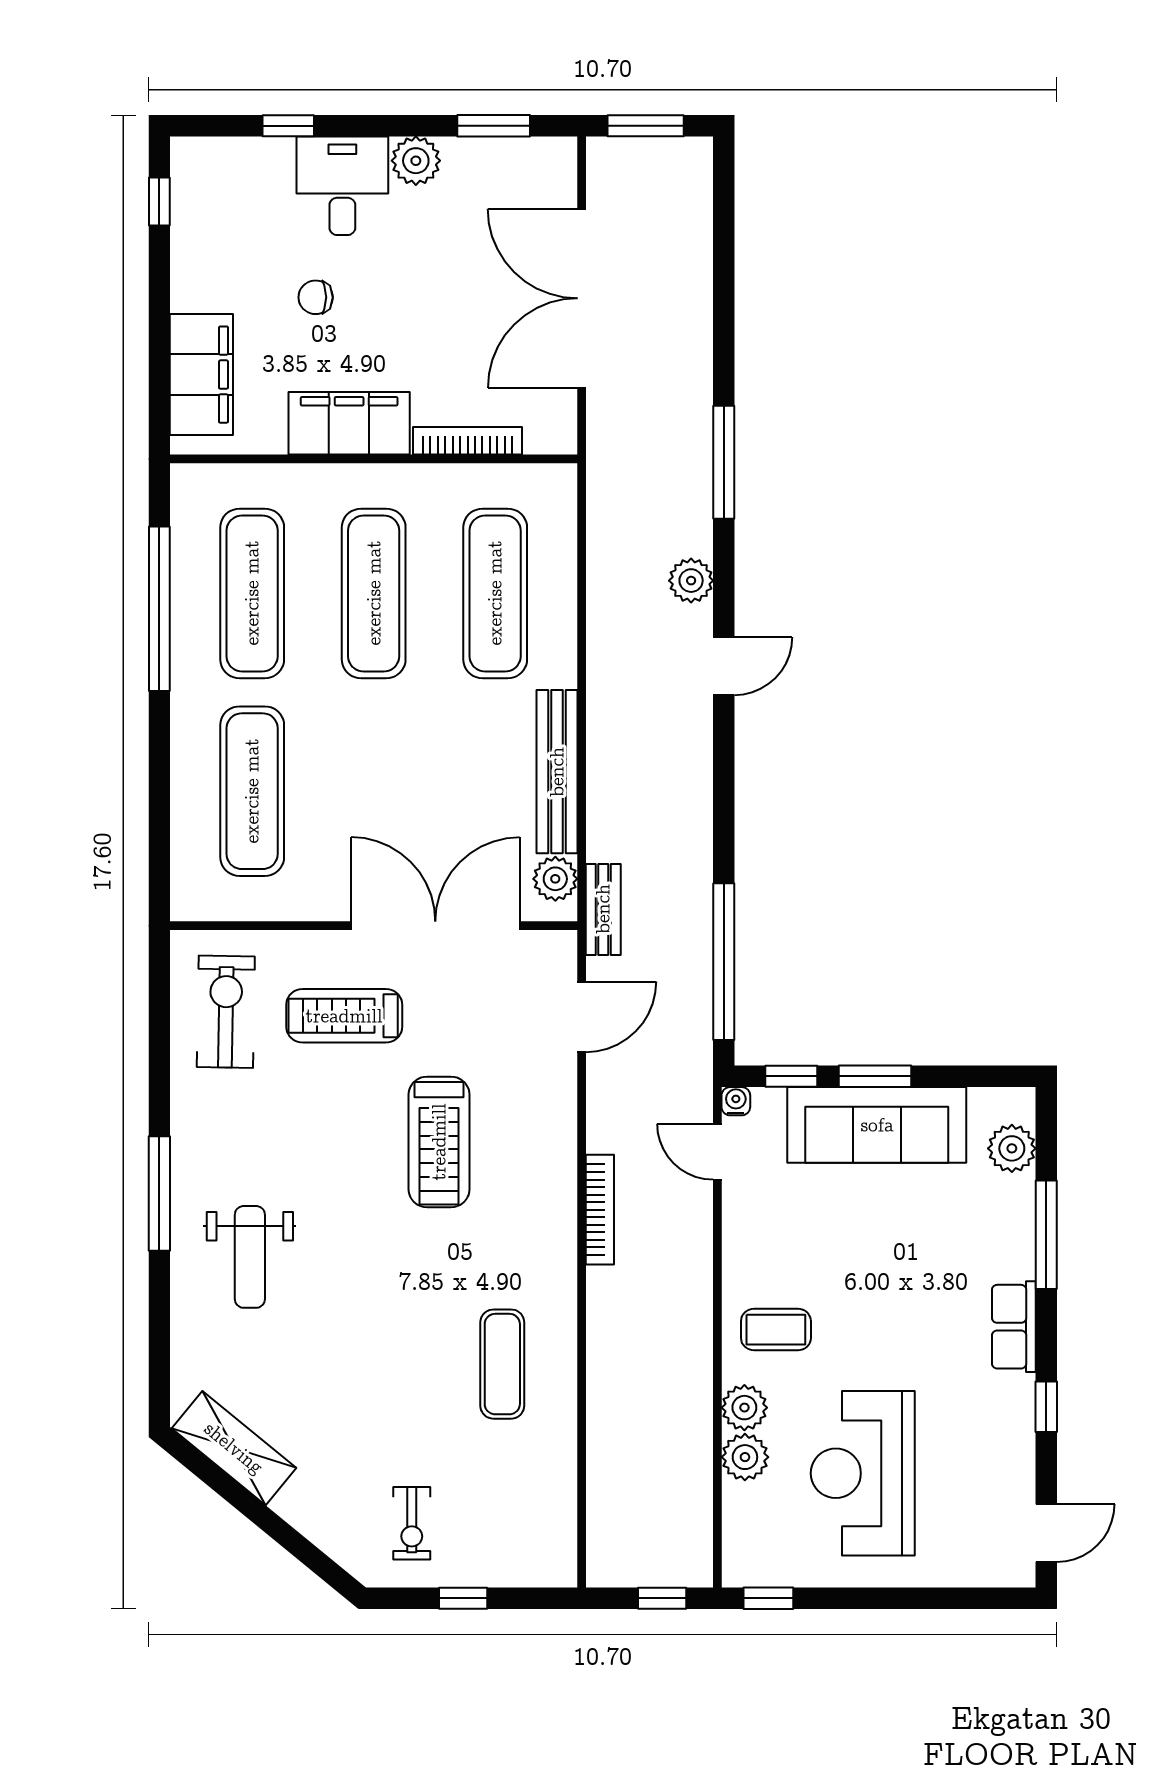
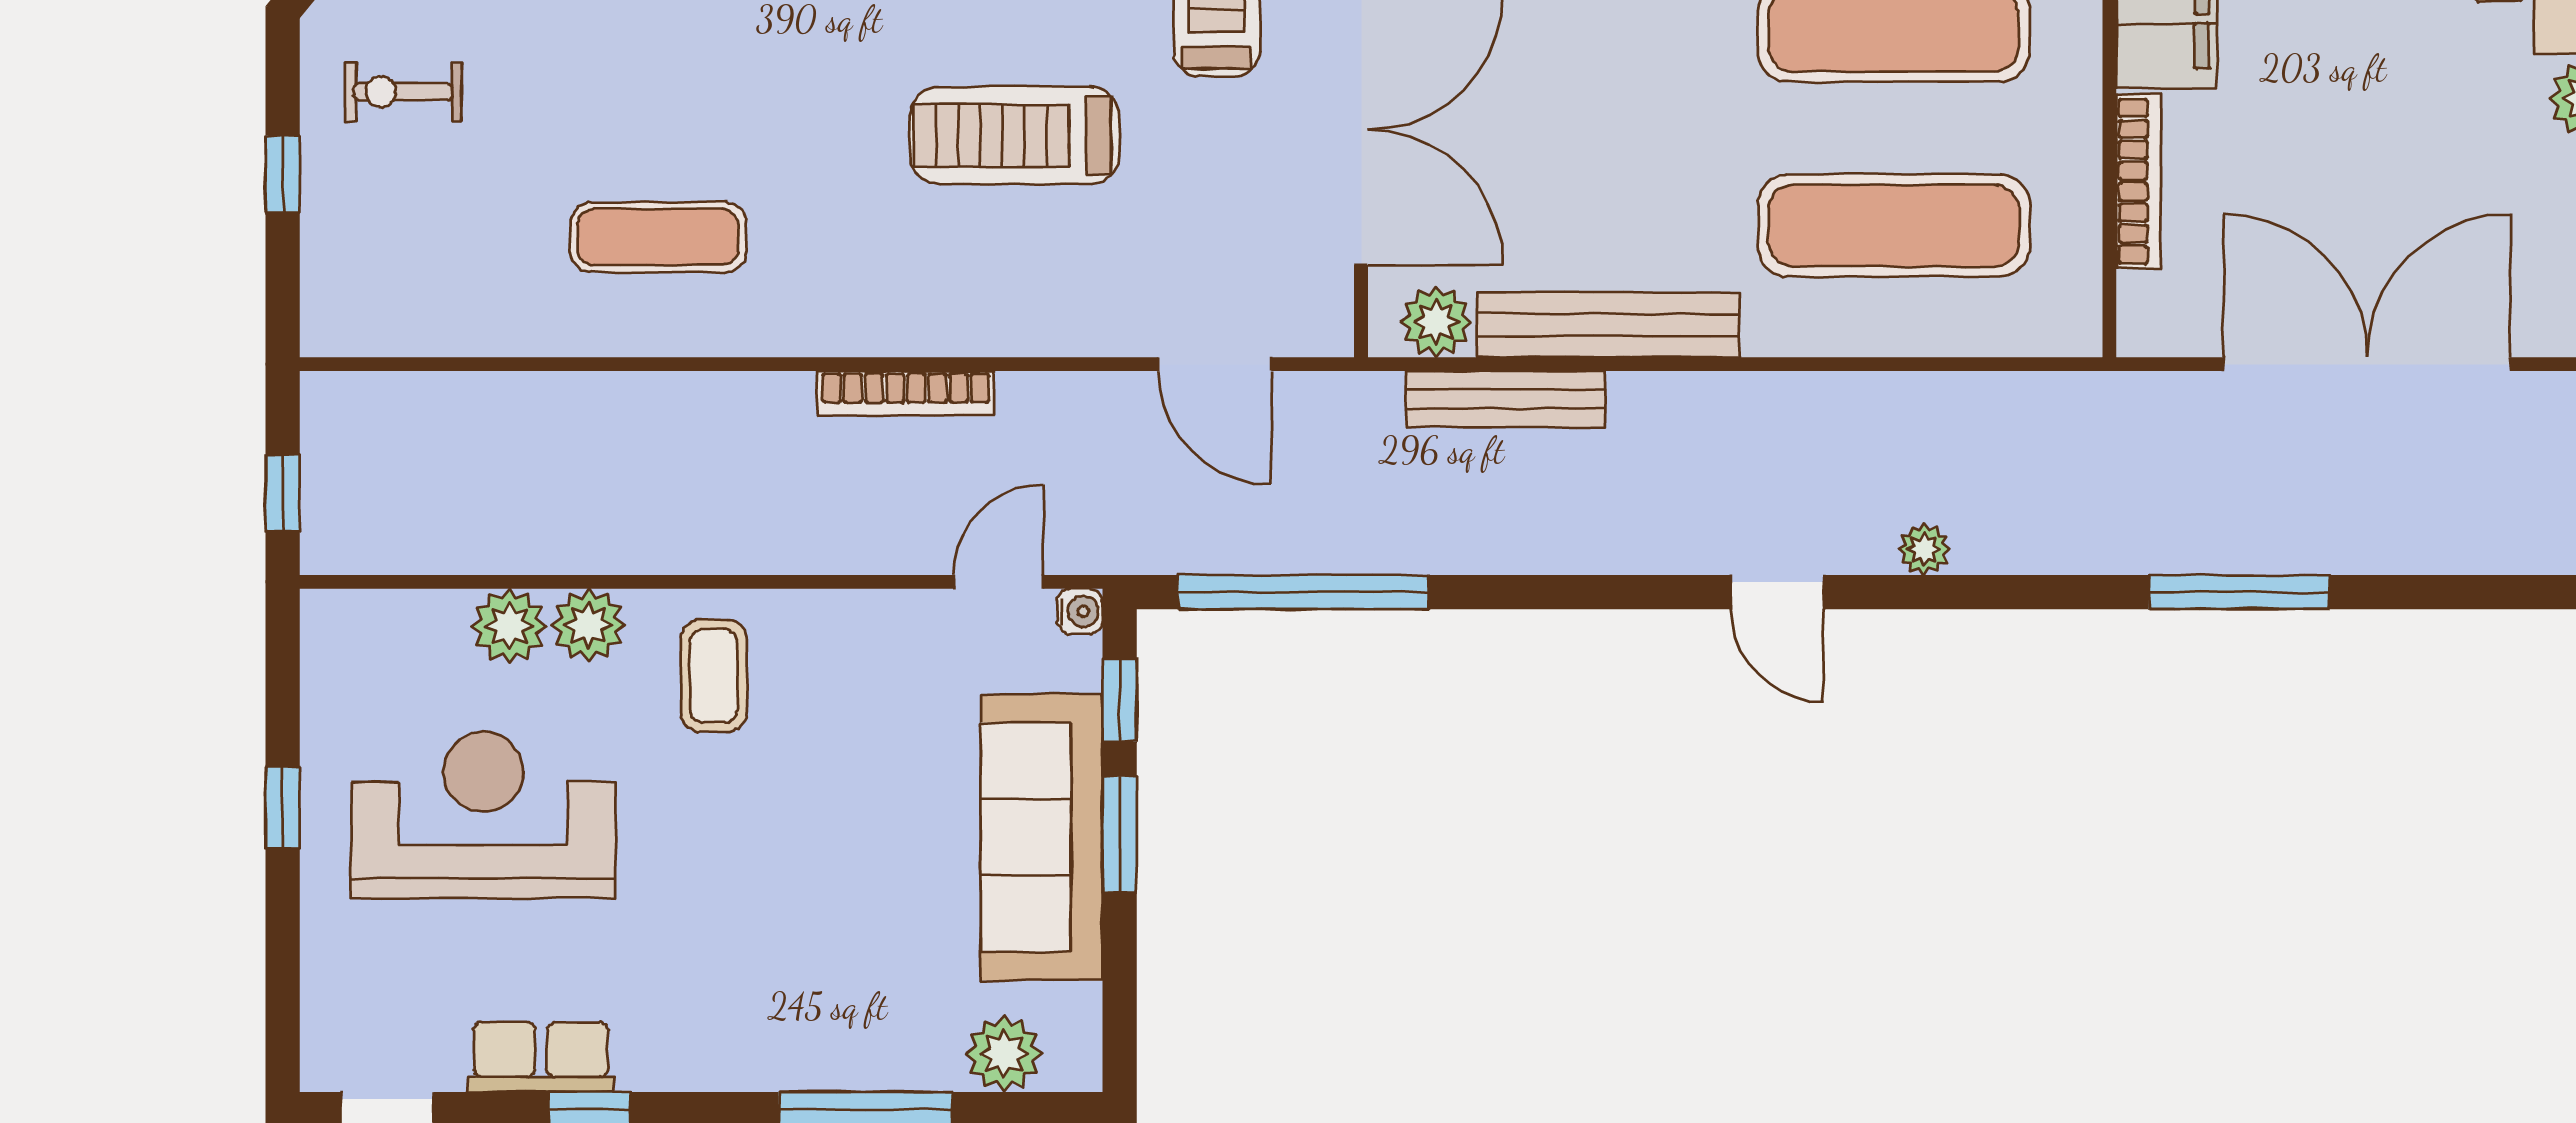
window: (724, 462) -> (2239, 592), moved
plant: (691, 581) -> (1924, 549), width x0.73, depth x0.73
bench: (603, 909) -> (1505, 399), moved, width x1.36
row of seats: (1014, 1327) -> (541, 1057), moved
window: (768, 1598) -> (283, 807), moved

